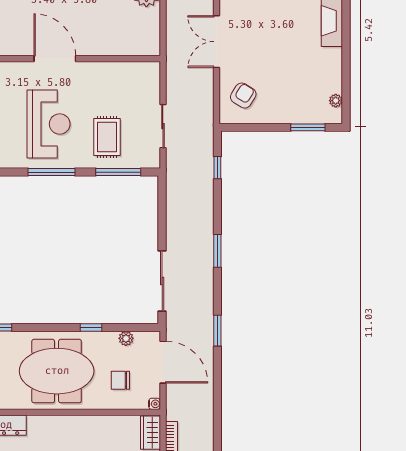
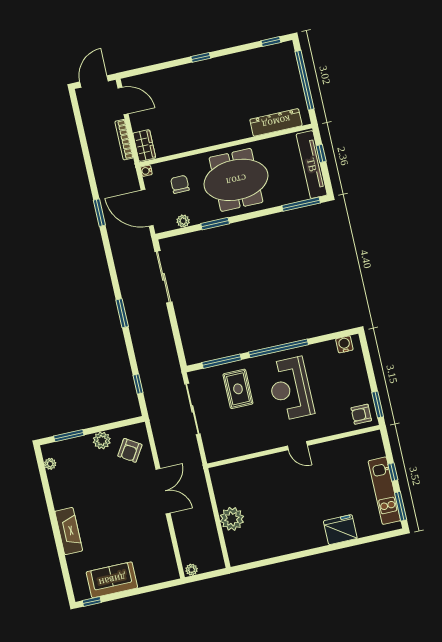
door: (55, 59) -> (297, 446), width x0.53
plant: (272, 114) -> (102, 440), added
sliding door: (163, 126) -> (192, 409), width x1.37
window: (51, 172) -> (279, 348), width x1.46
window: (91, 327) -> (215, 224), width x1.50
window: (217, 331) -> (99, 213), moved
chair: (120, 380) -> (180, 184), turned -90

